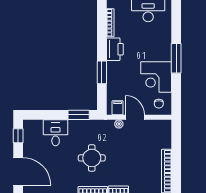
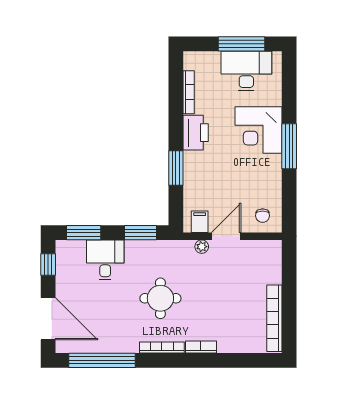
corner desk: (156, 77) -> (258, 130), moved
window: (41, 115) -> (84, 233), added
door: (135, 117) -> (226, 236), hinge flipped

